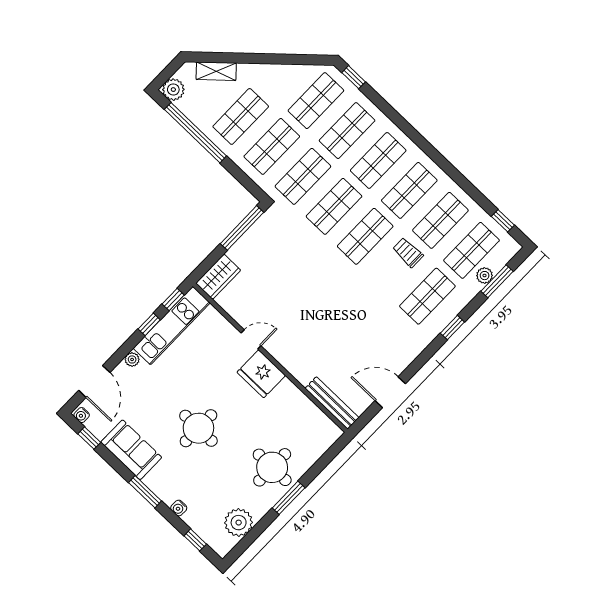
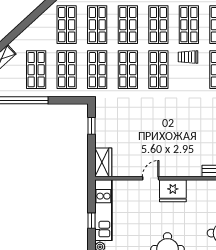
window: (242, 228) -> (91, 126), width x0.46
window: (173, 300) -> (91, 196), removed

